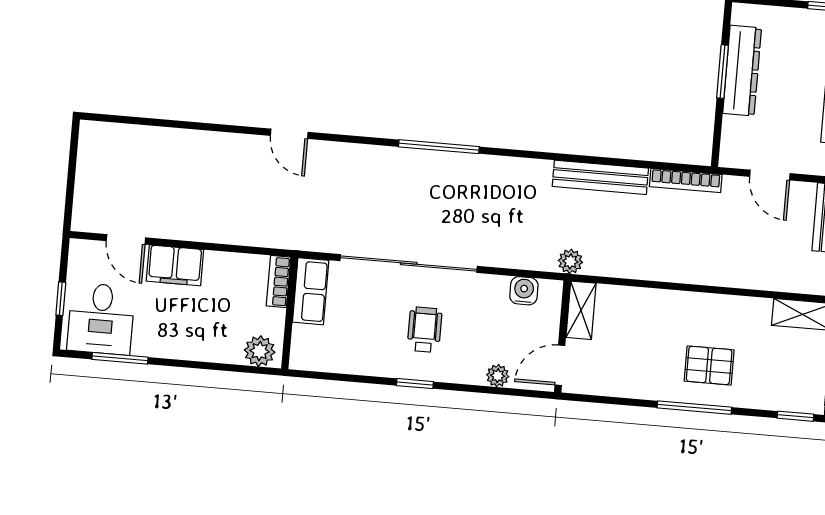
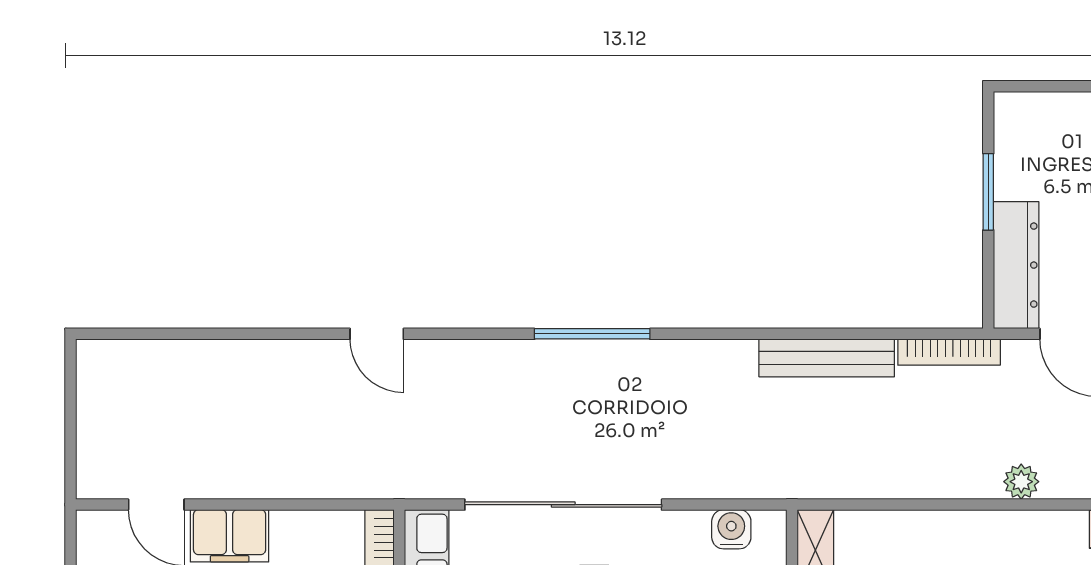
dresser: (742, 71) -> (1016, 265), moved
plant: (570, 261) -> (1021, 482), moved

